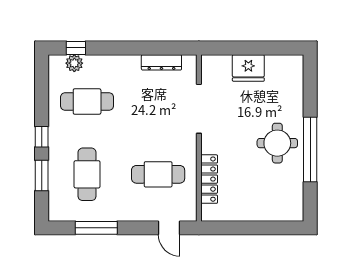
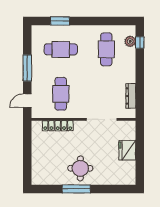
window: (42, 137) -> (84, 21), removed
window: (310, 149) -> (76, 189), width x0.68
window: (96, 228) -> (27, 68), moved

